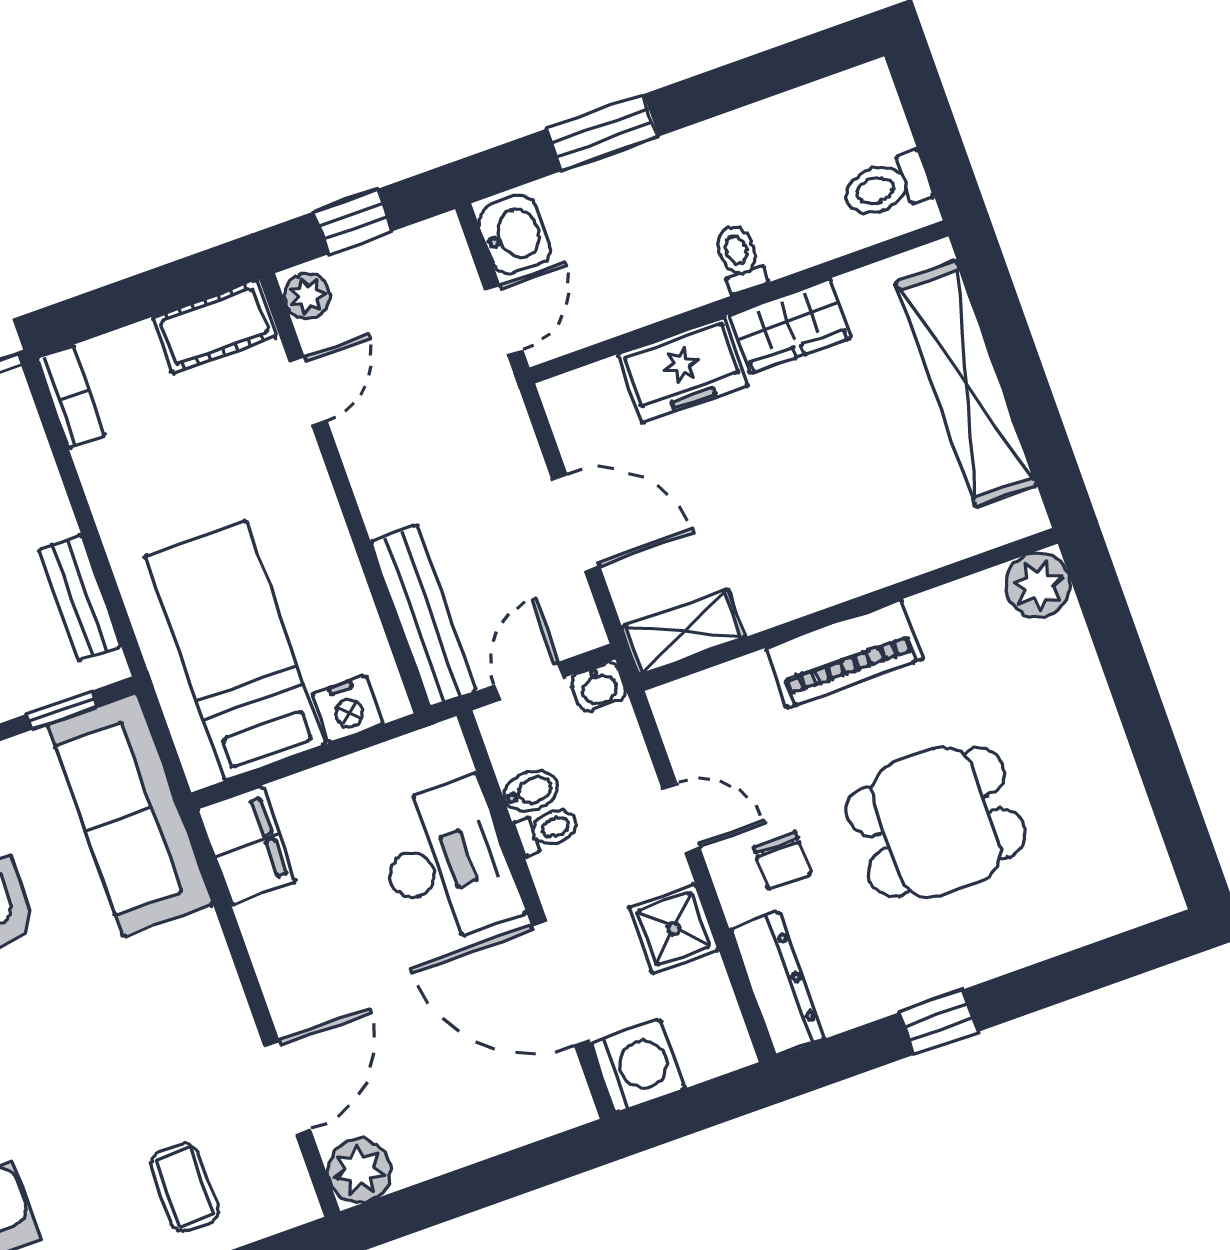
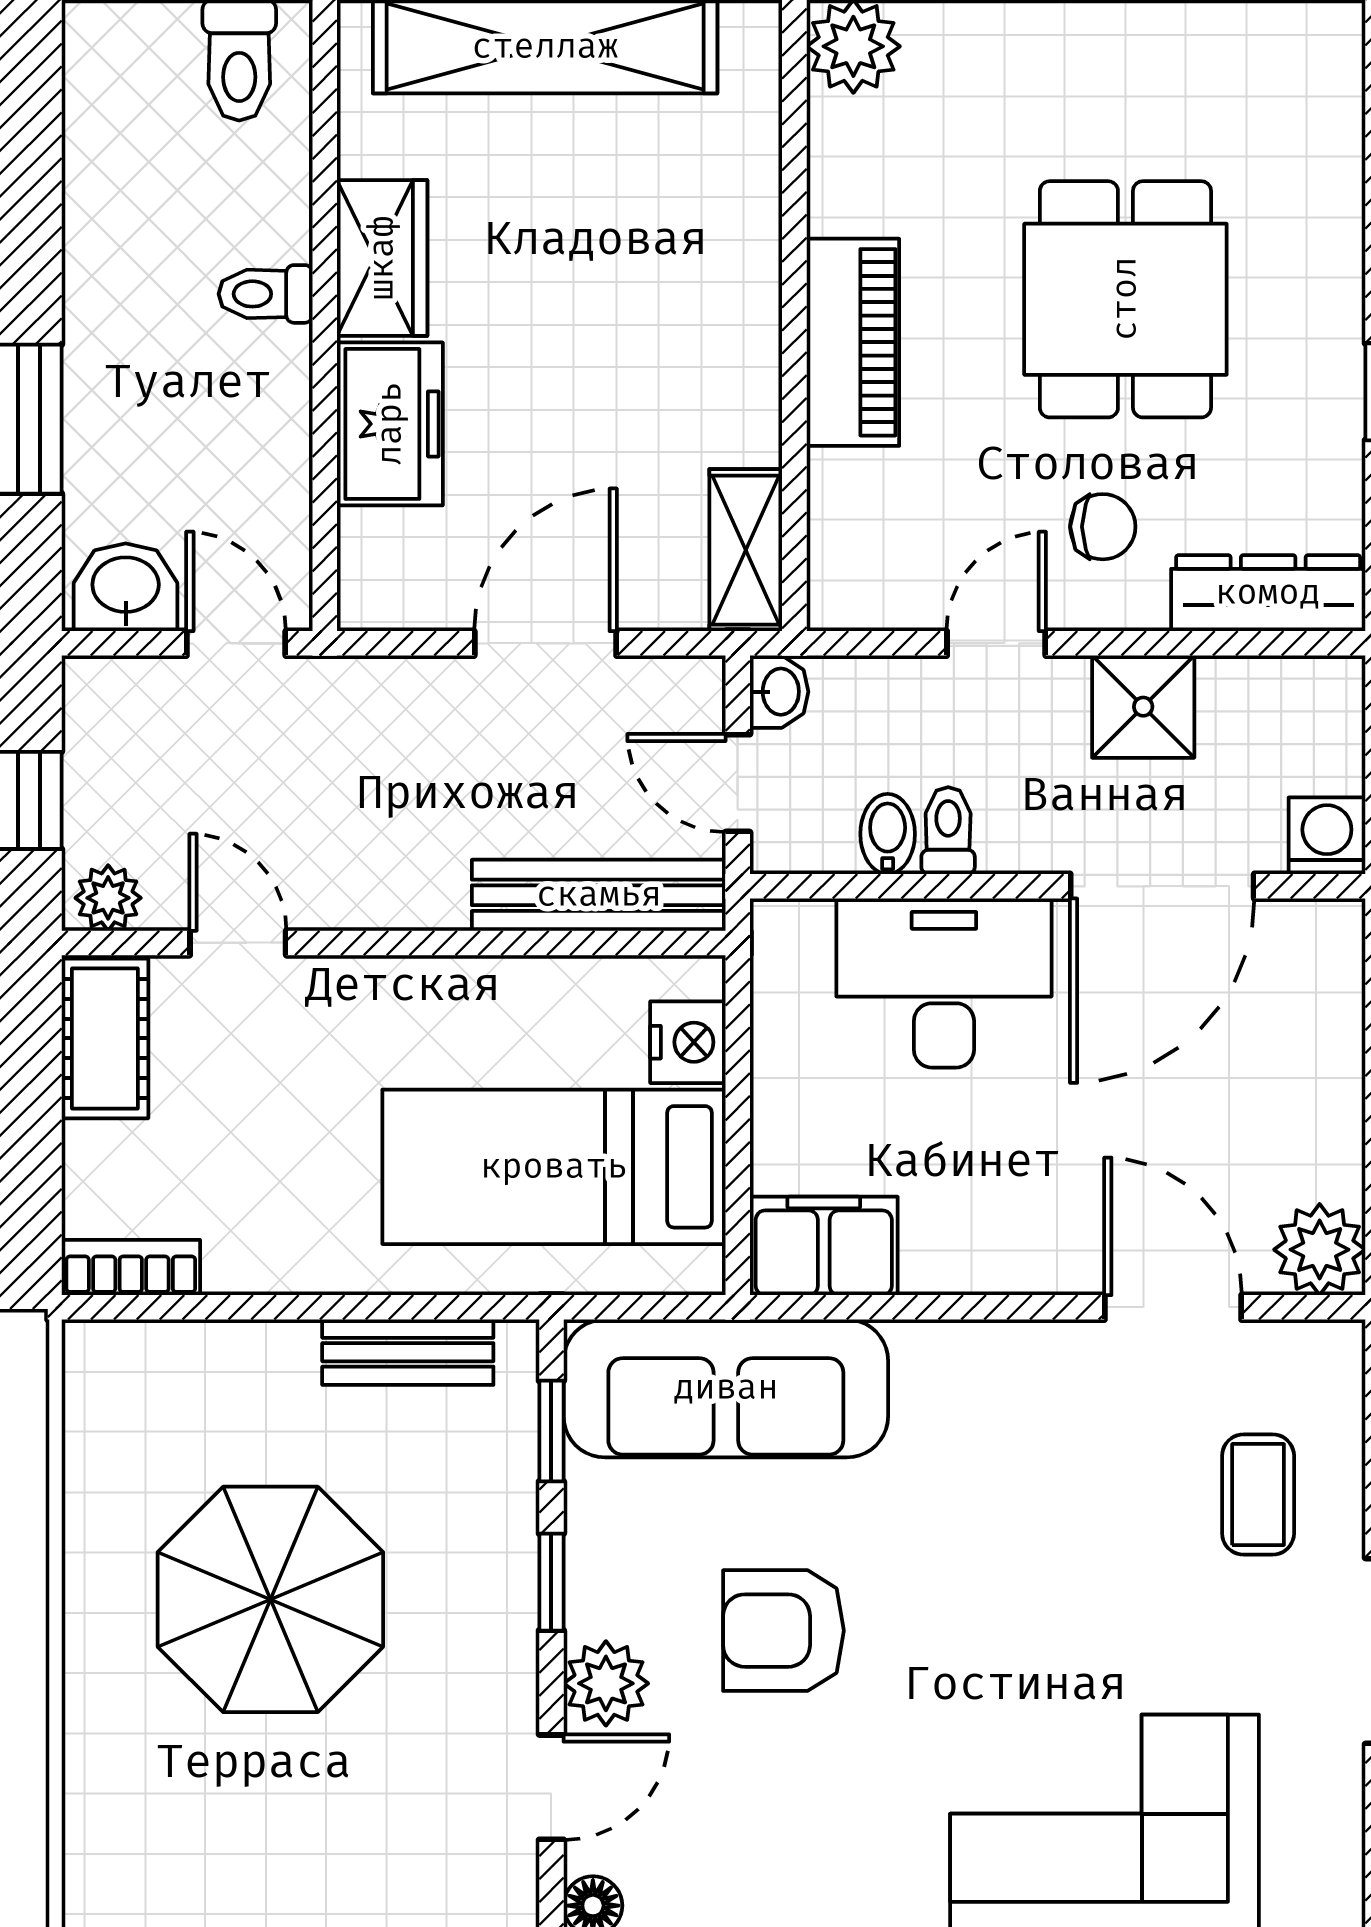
washing machine: (638, 1066) -> (1327, 836), width x0.73, depth x0.73
coffee table: (185, 1188) -> (1258, 1495), turned 90

